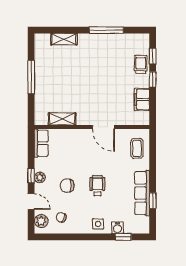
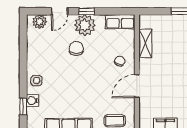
plant: (40, 177) -> (85, 25), width x1.88, depth x1.88
wheelchair: (97, 186) -> (76, 80), removed
chair: (61, 217) -> (120, 61), moved

